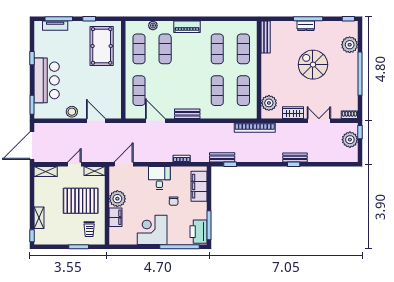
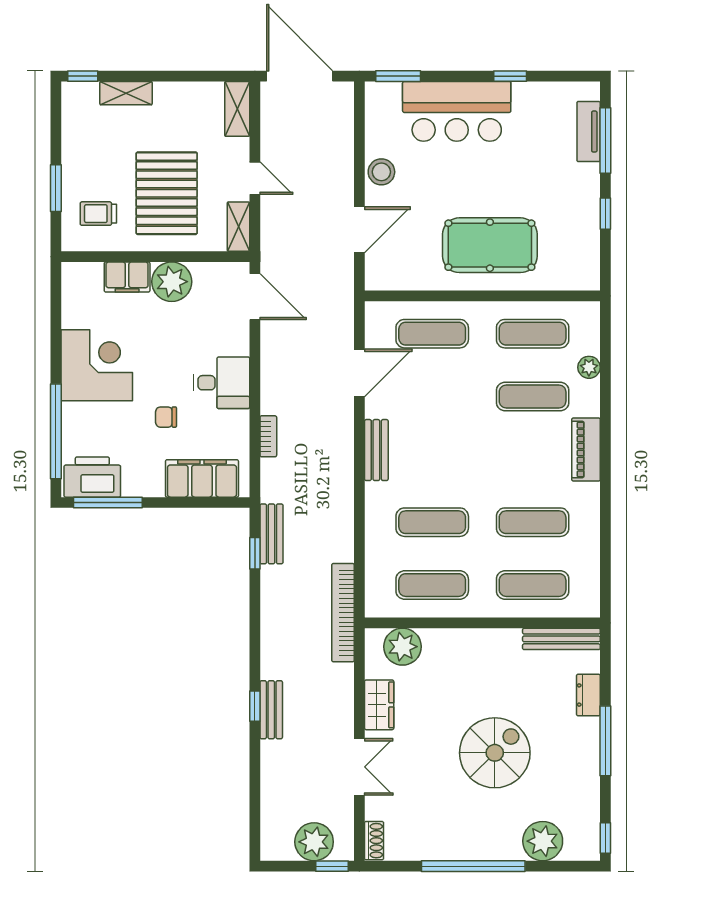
dresser: (306, 26) -> (588, 695), moved
pool table: (102, 46) -> (490, 245), moved

